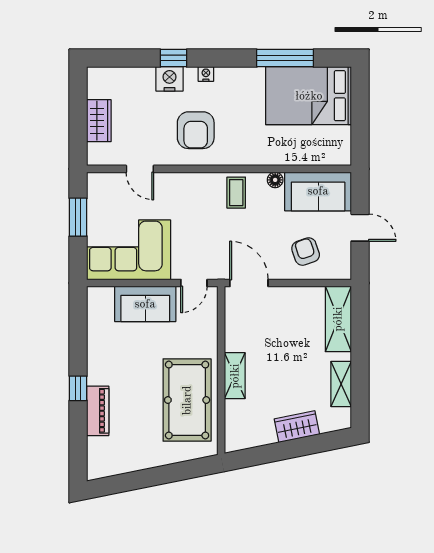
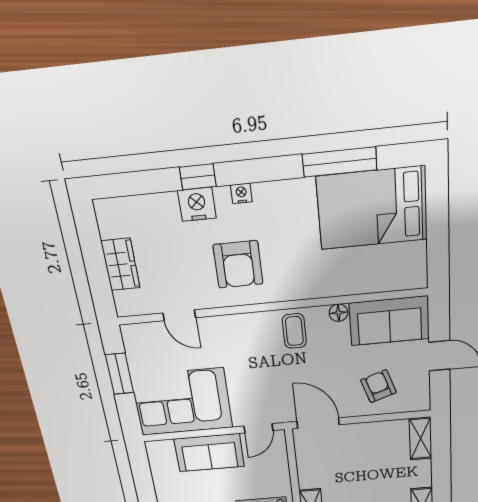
shelving: (338, 319) -> (421, 439), width x0.67, depth x0.75

